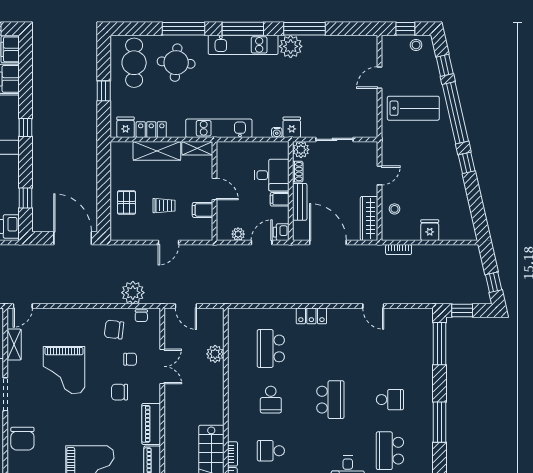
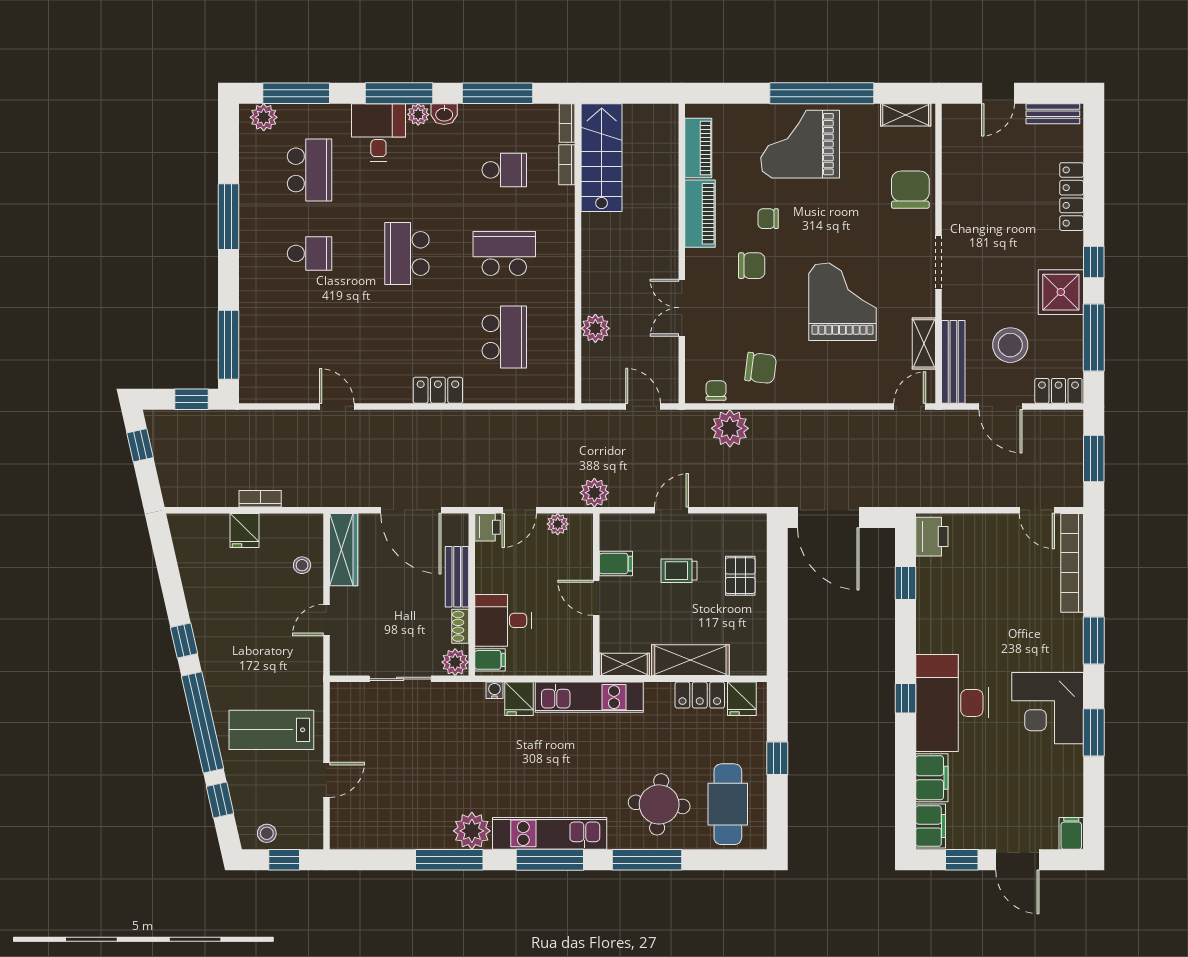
fridge: (292, 127) -> (519, 699), moved
filing cabinet: (280, 199) -> (490, 660), moved
bookcase: (399, 250) -> (260, 499), moved
plant: (216, 253) -> (594, 493), added
chair: (130, 359) -> (768, 219), moved
school desk: (271, 400) -> (504, 253), width x1.85
school desk: (390, 400) -> (310, 253), turned 180

